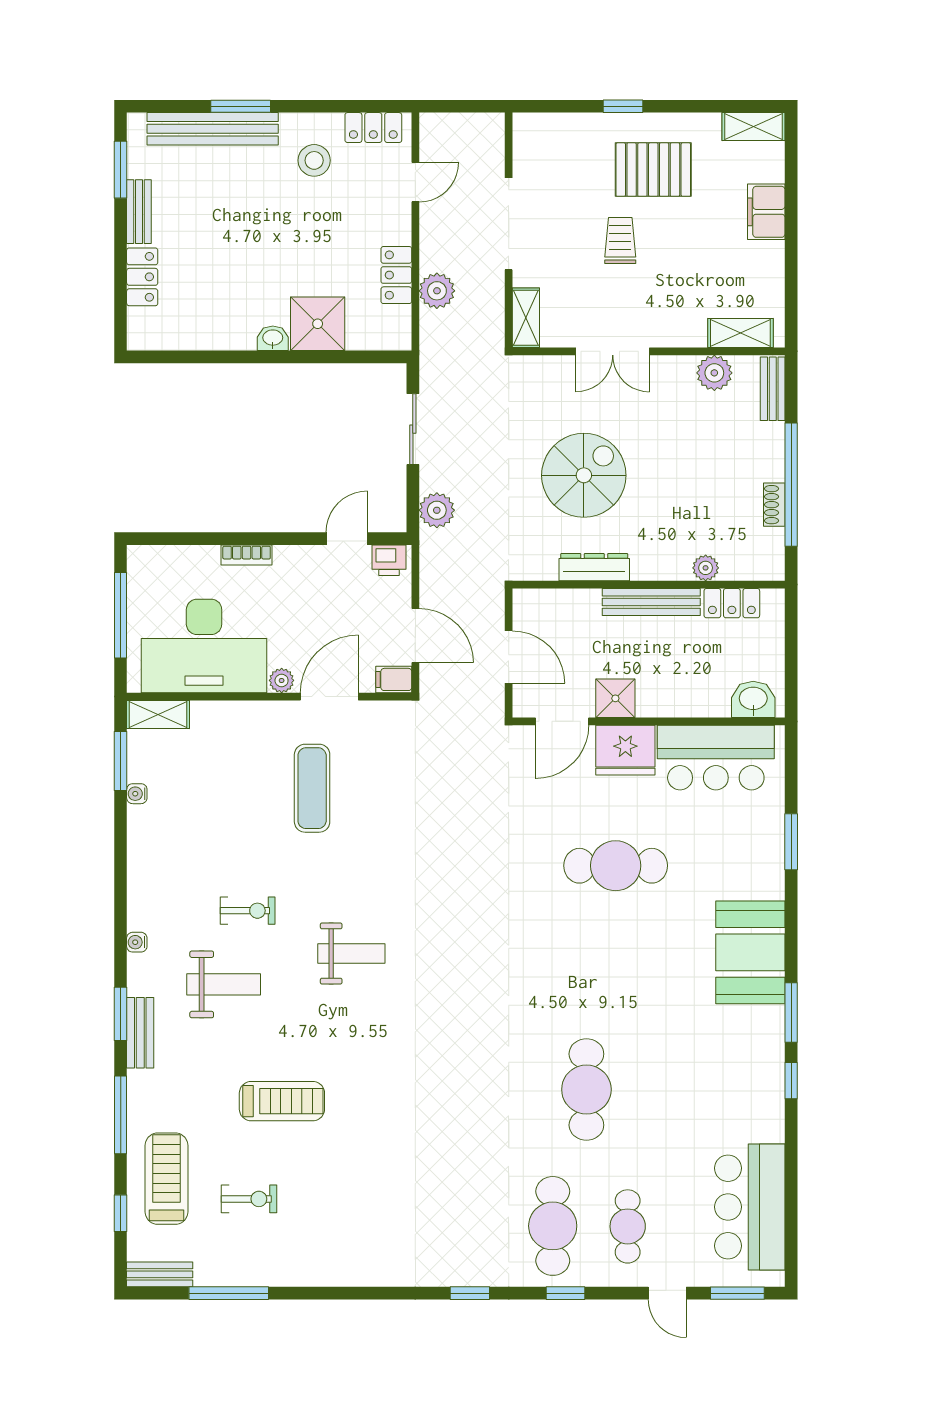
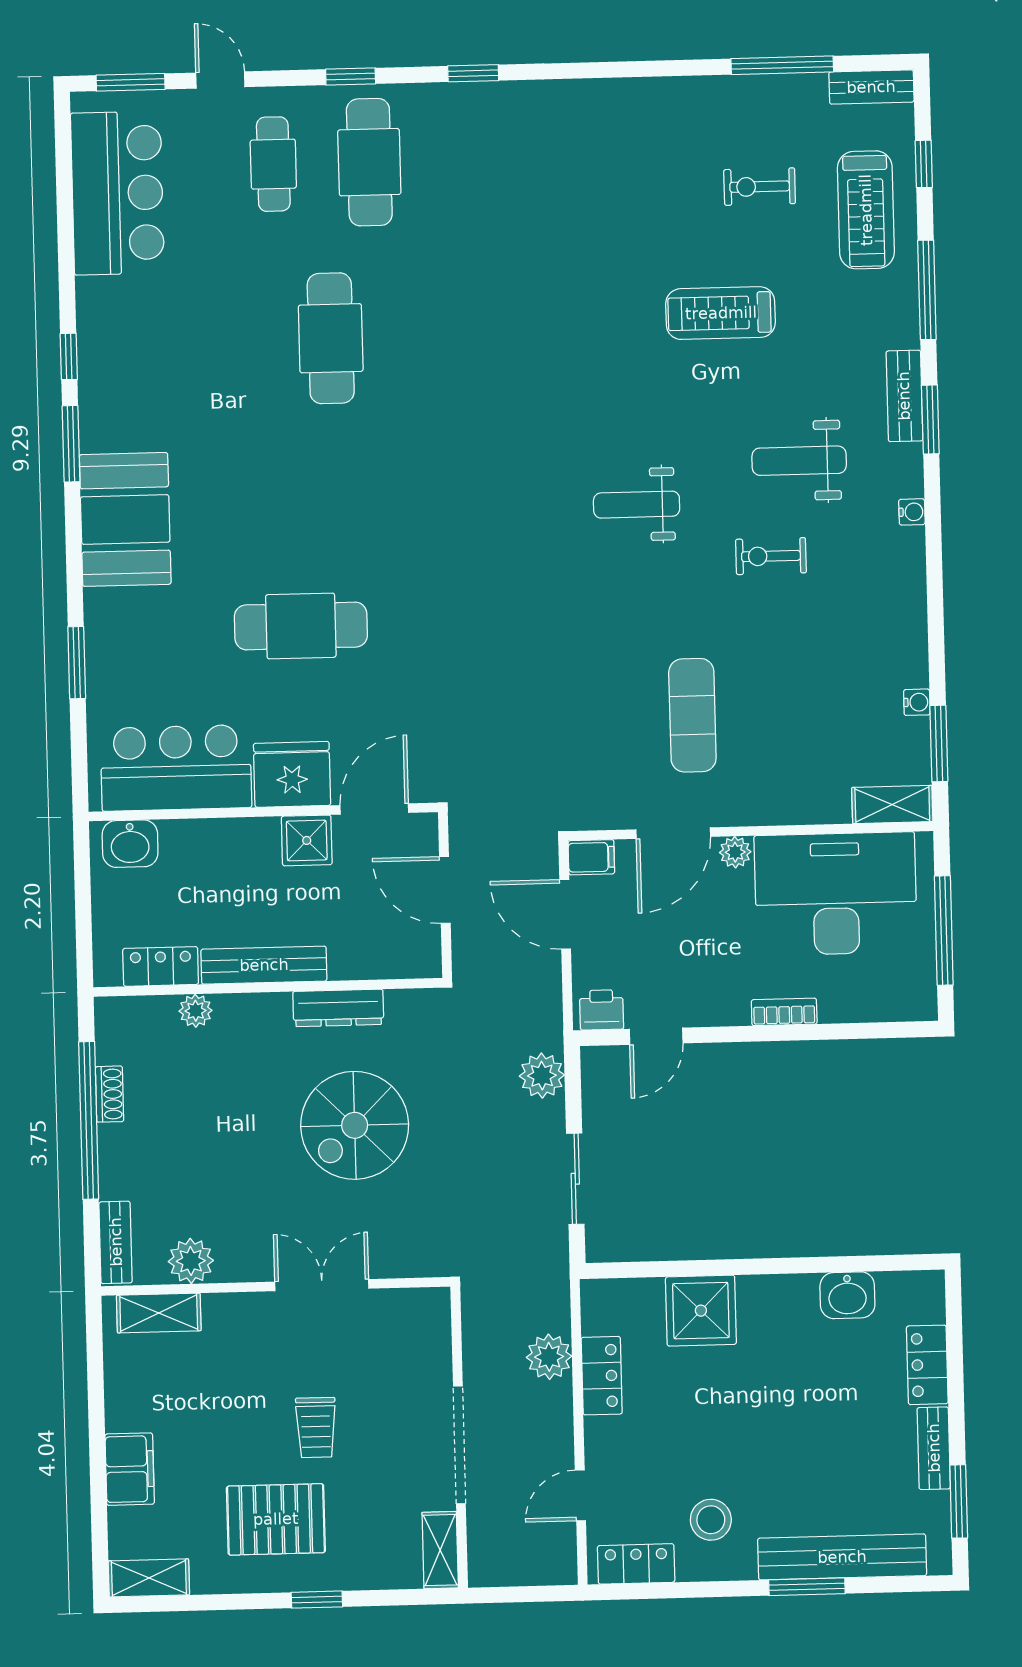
shelving: (526, 318) -> (440, 1550), moved
washbasin: (273, 338) -> (847, 1295), moved, width x1.38, depth x1.45

